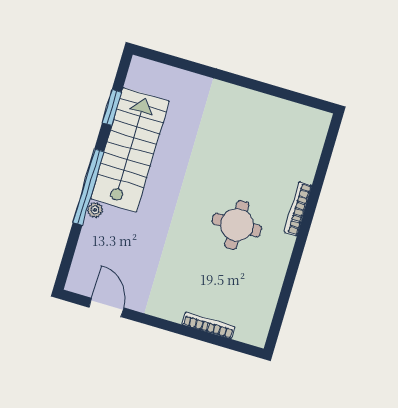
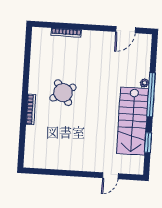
door: (189, 66) -> (110, 176), added
round table: (237, 225) -> (63, 93), turned -32
door: (106, 308) -> (126, 30), hinge flipped

